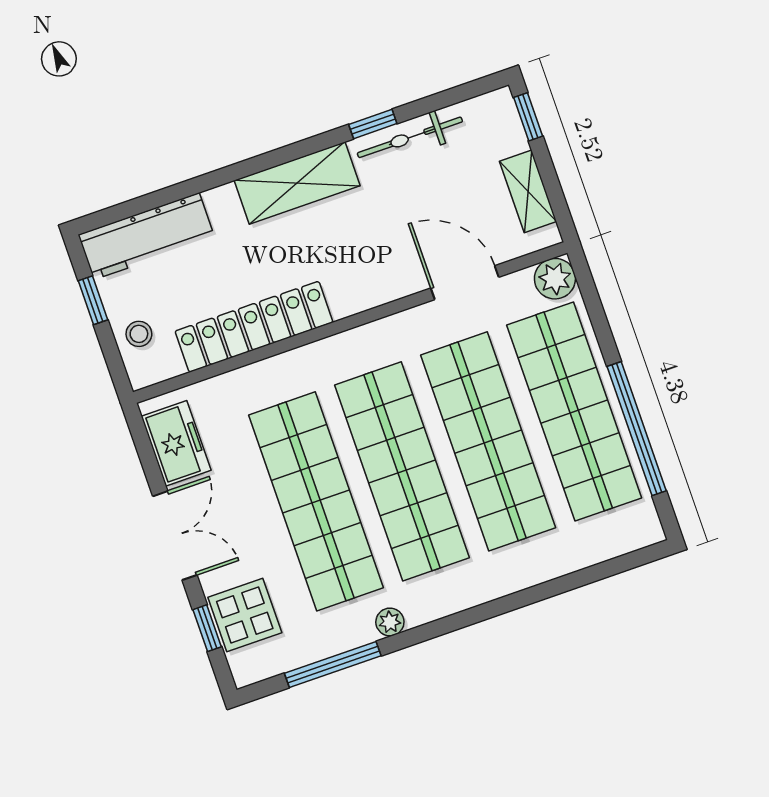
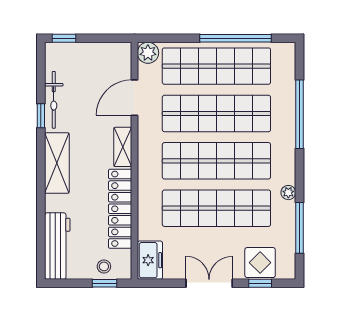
shelving: (528, 191) -> (123, 147), moved, turned 90
window: (93, 300) -> (104, 283), moved
freezer: (176, 443) -> (150, 260), moved, turned 90
window: (539, 593) -> (299, 114), added

